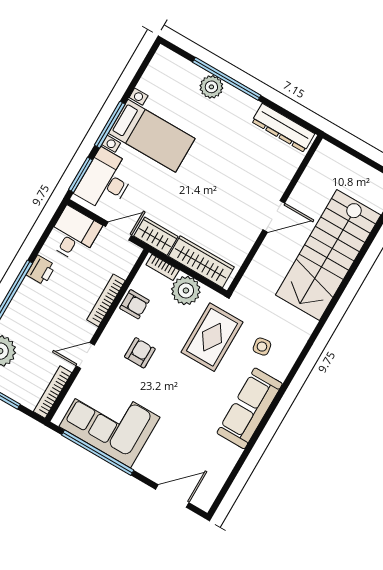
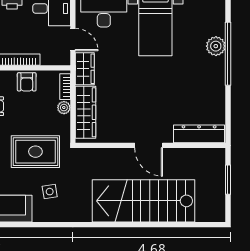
dresser: (283, 128) -> (199, 134), moved, turned 90
window: (357, 155) -> (228, 180), added
plant: (186, 291) -> (64, 108), width x0.53, depth x0.53

